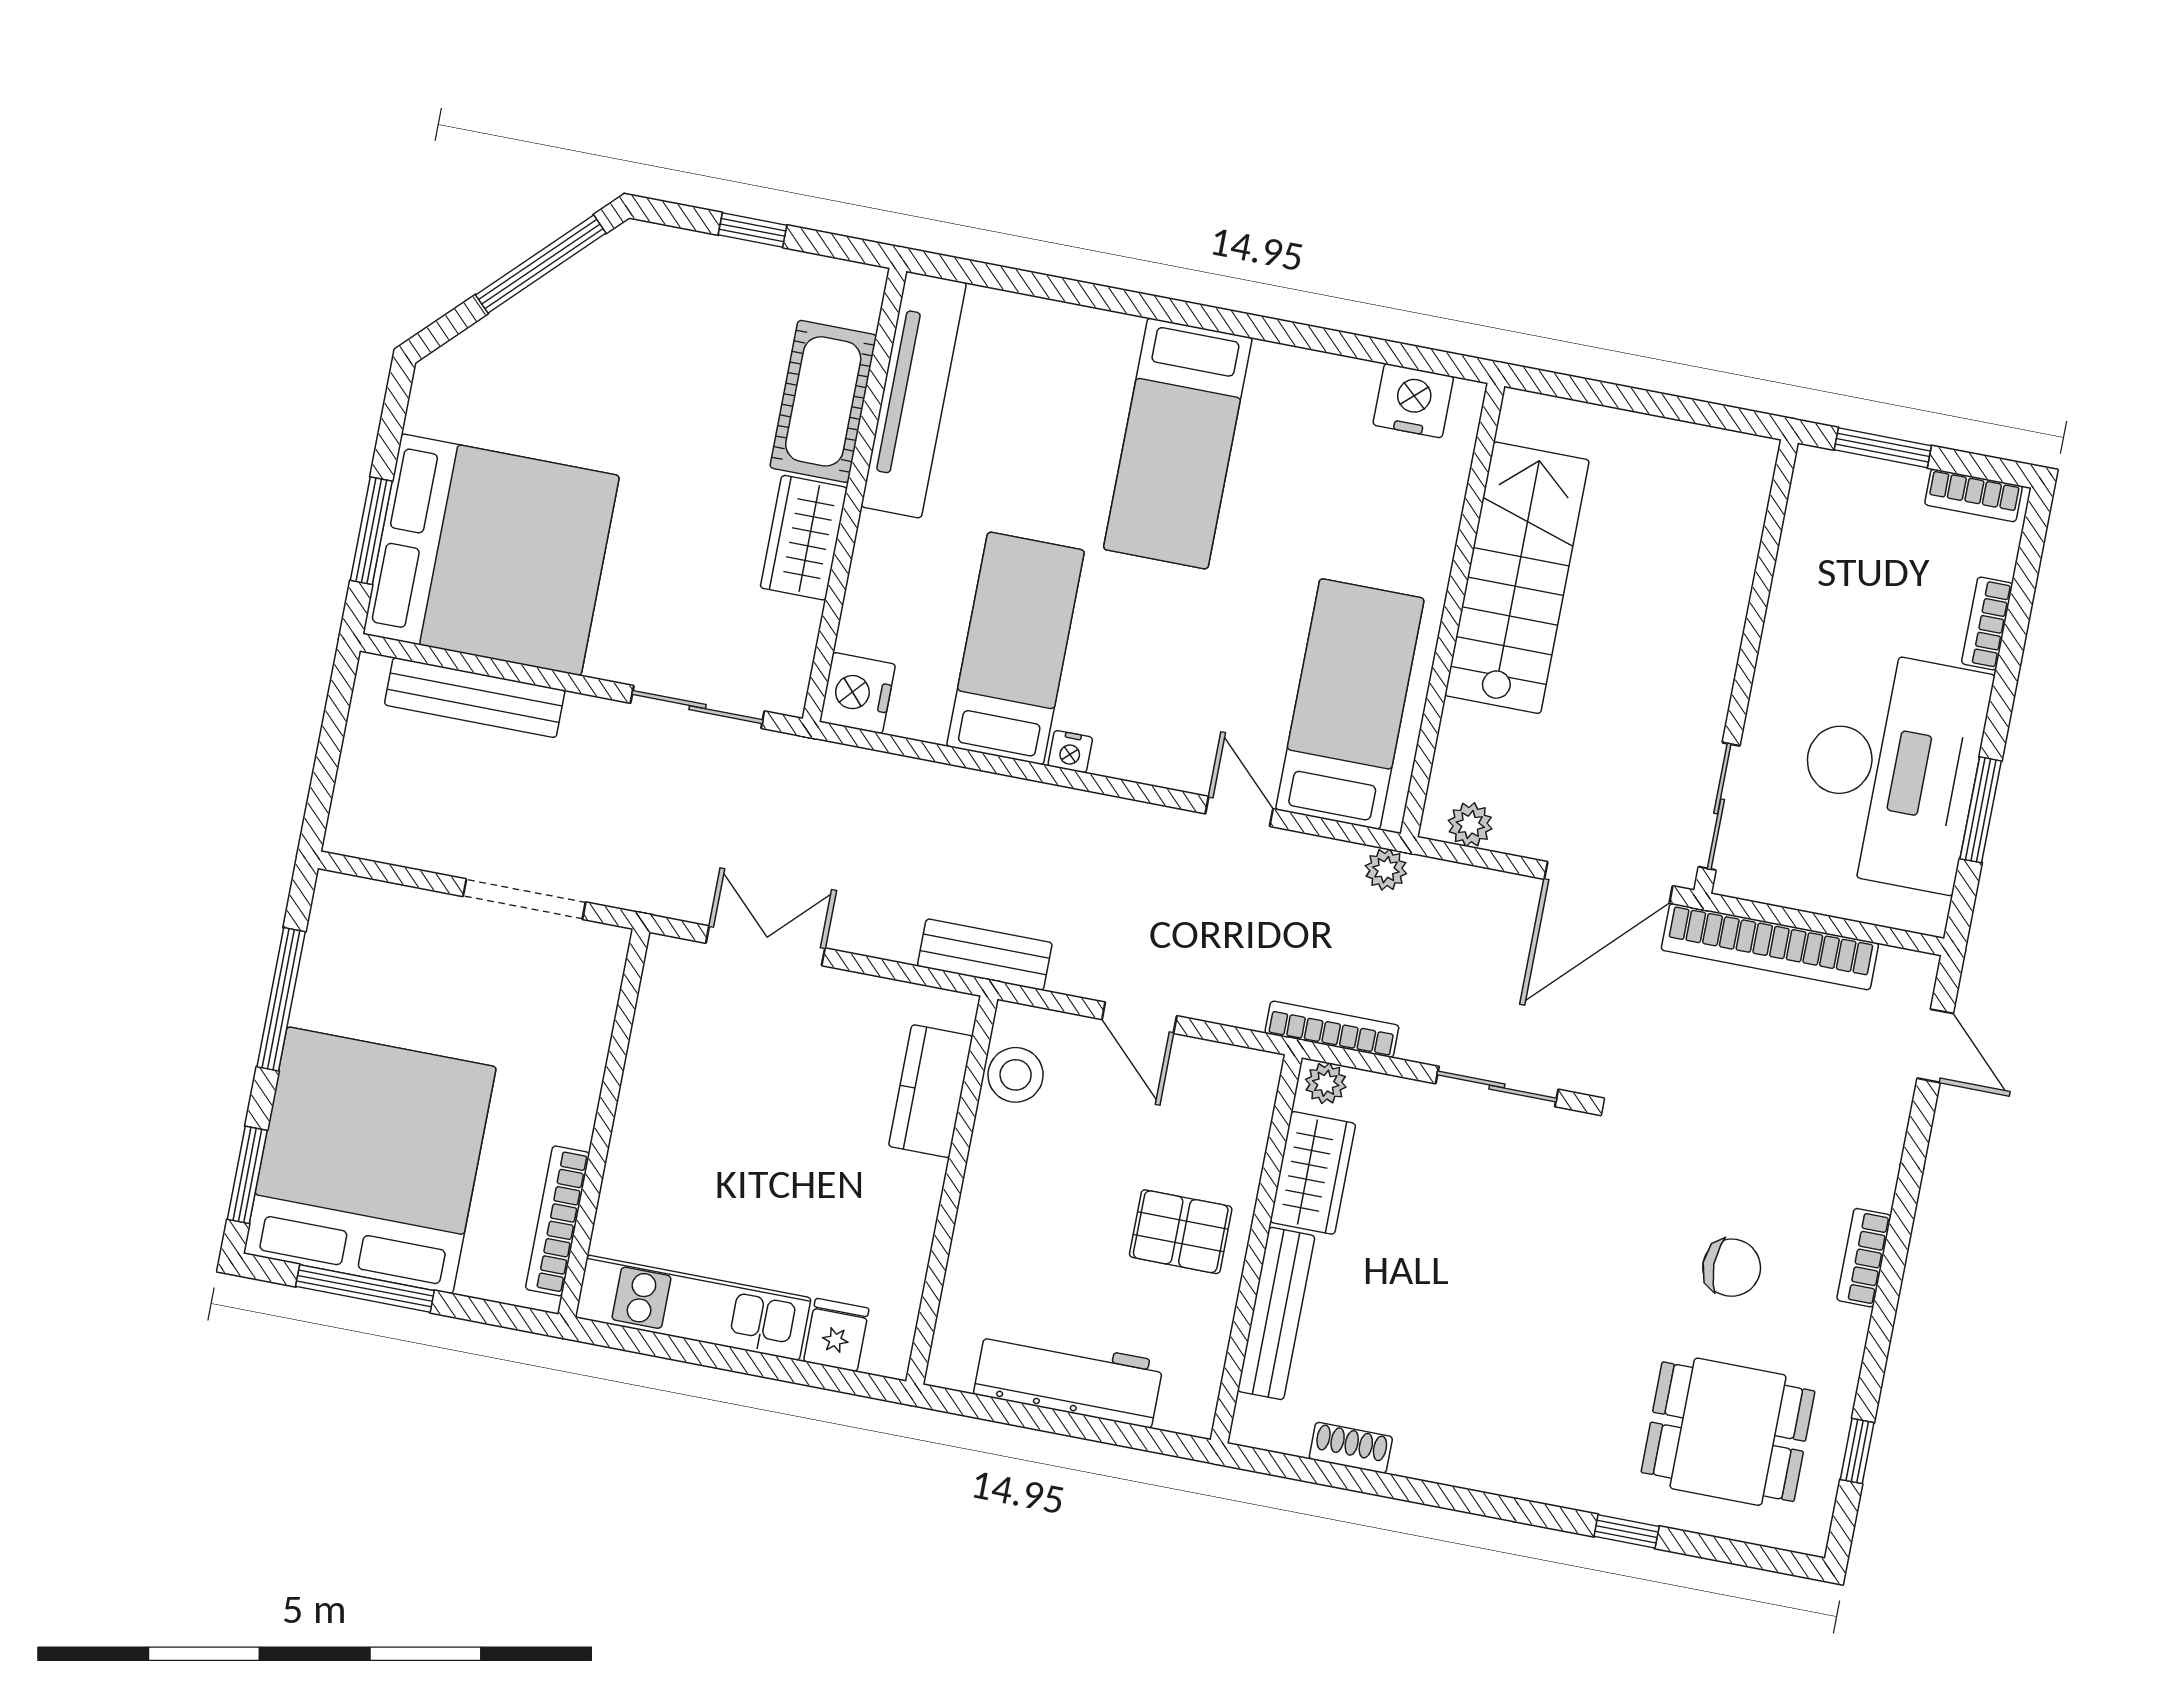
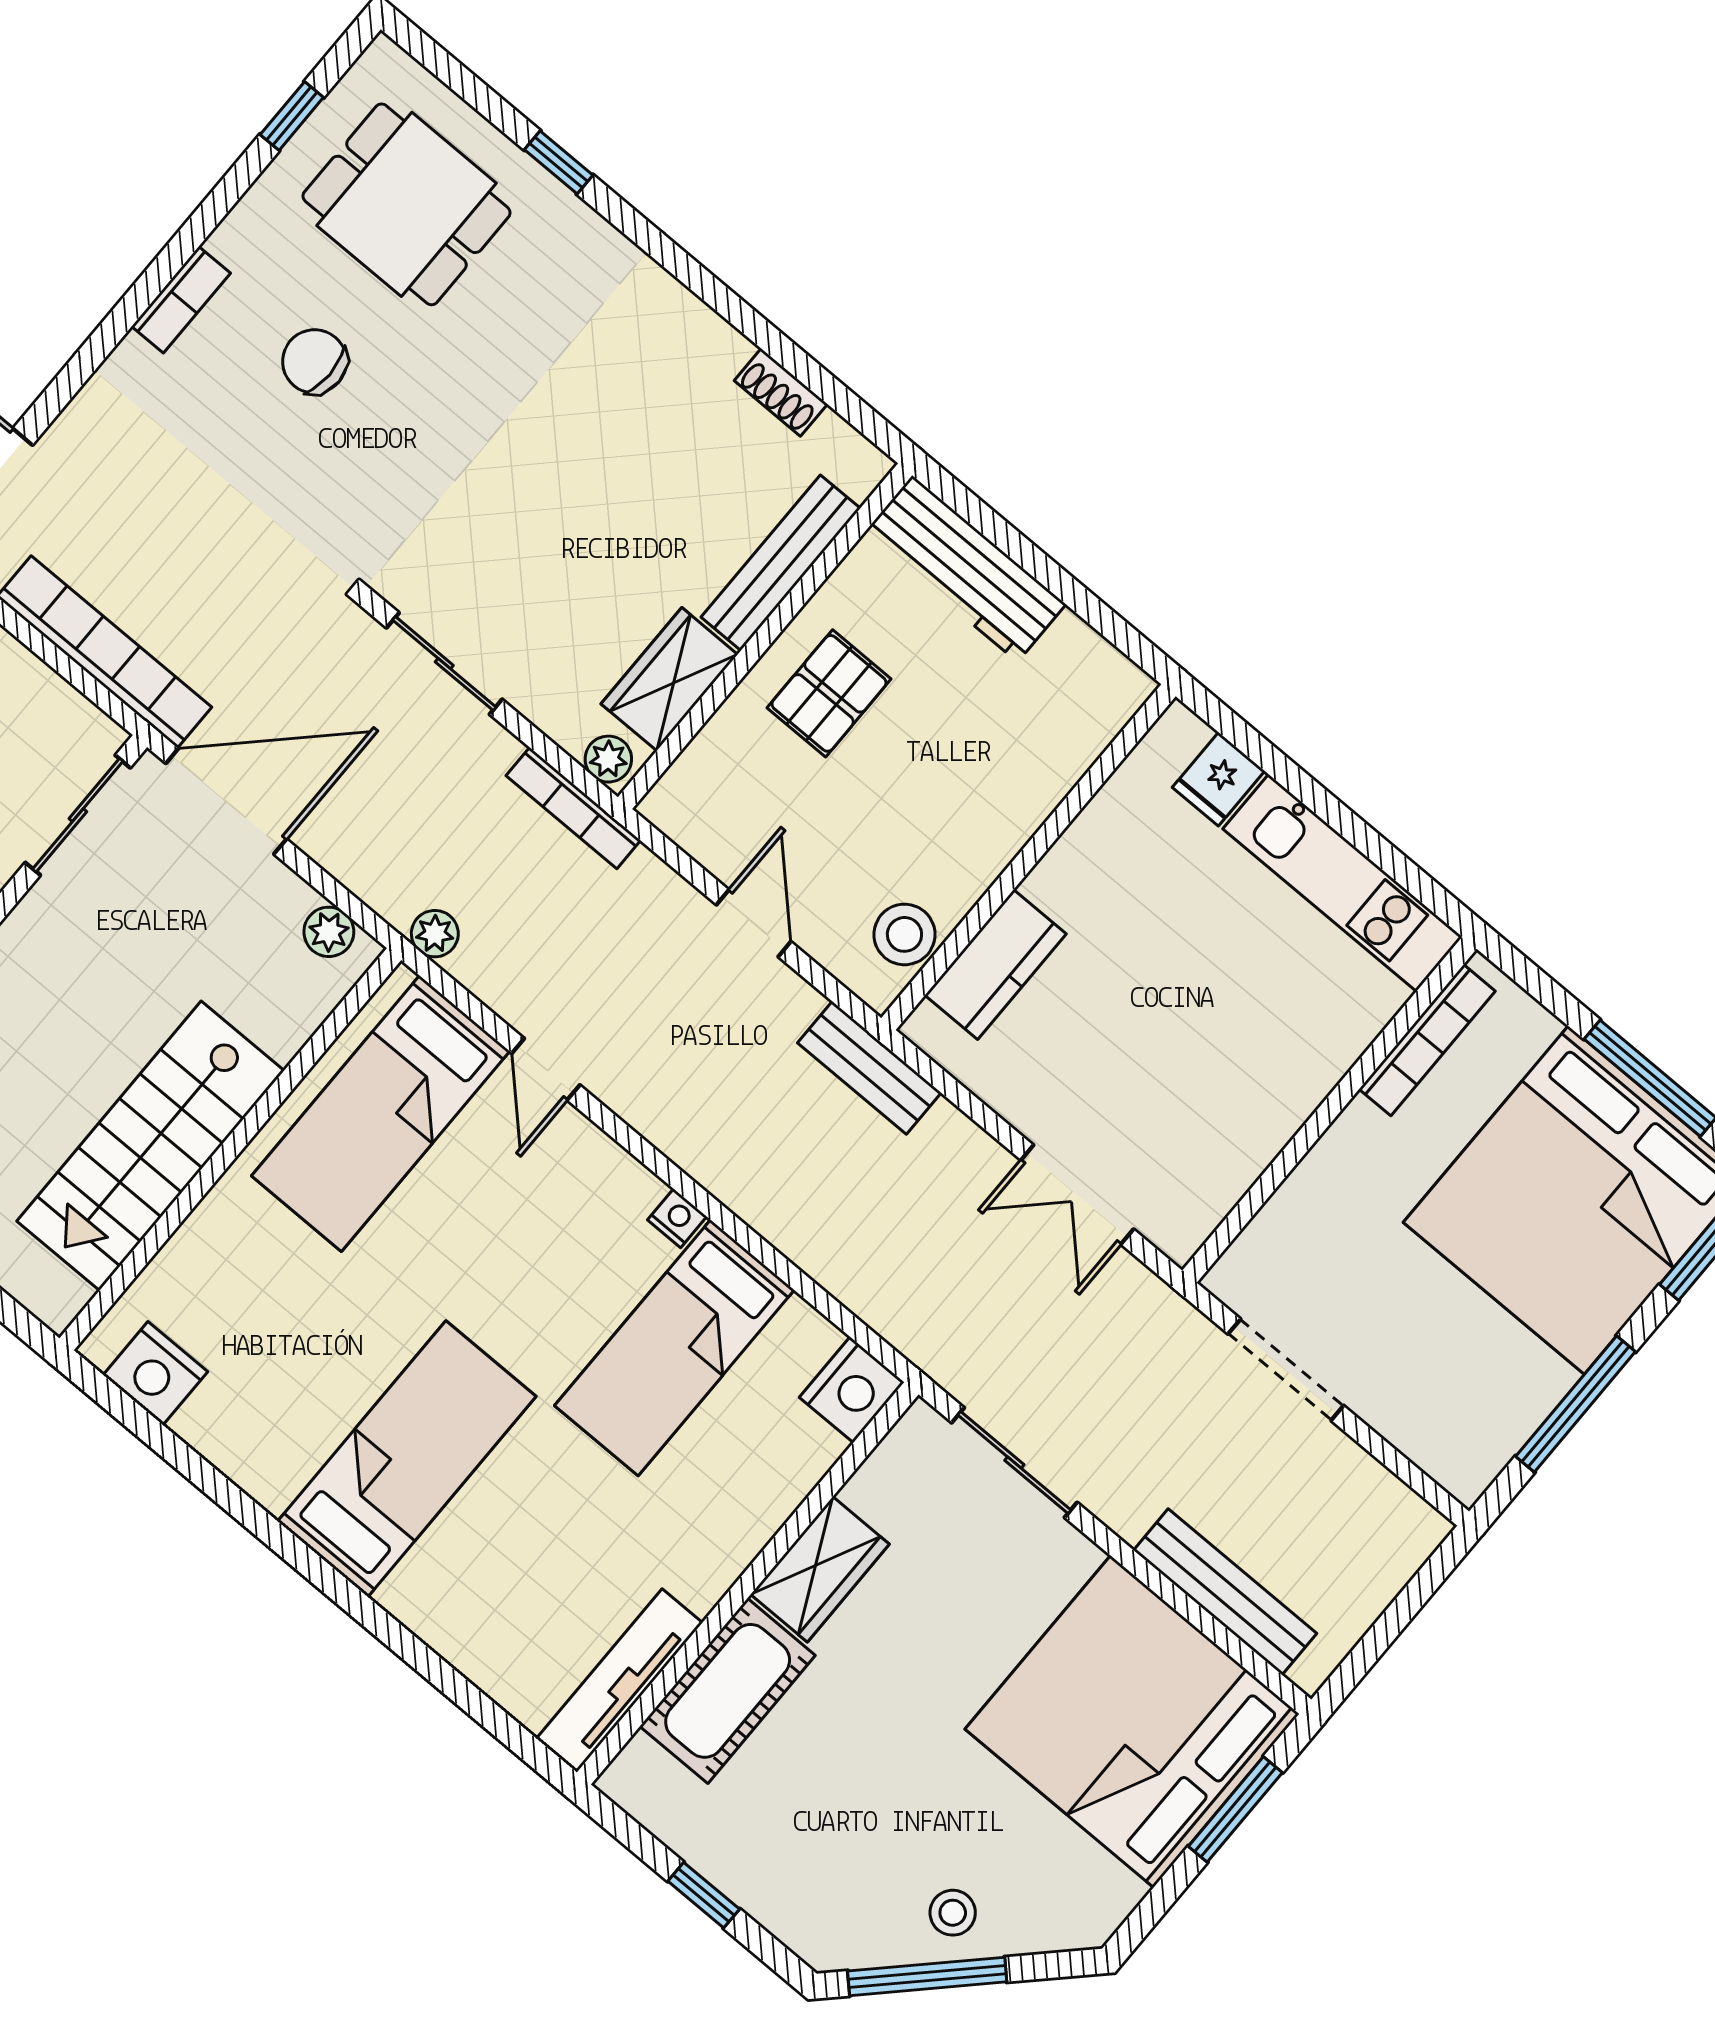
stool: (549, 325) -> (953, 1913), added
tv unit: (914, 395) -> (619, 1681), width x0.73, depth x0.78
pallet: (1181, 1232) -> (829, 693), turned 90
workbench: (1069, 1378) -> (965, 569), moved

